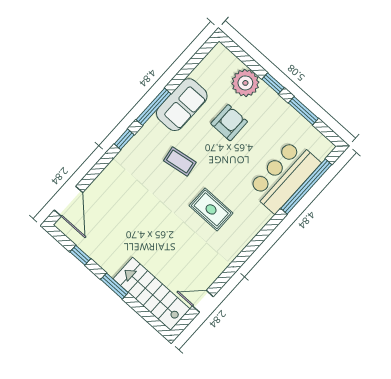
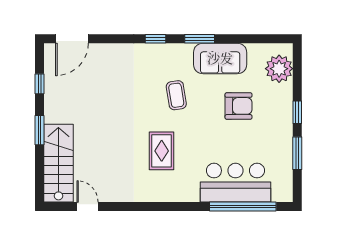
plant: (245, 83) -> (279, 69), moved
window: (154, 107) -> (200, 39), width x0.69

